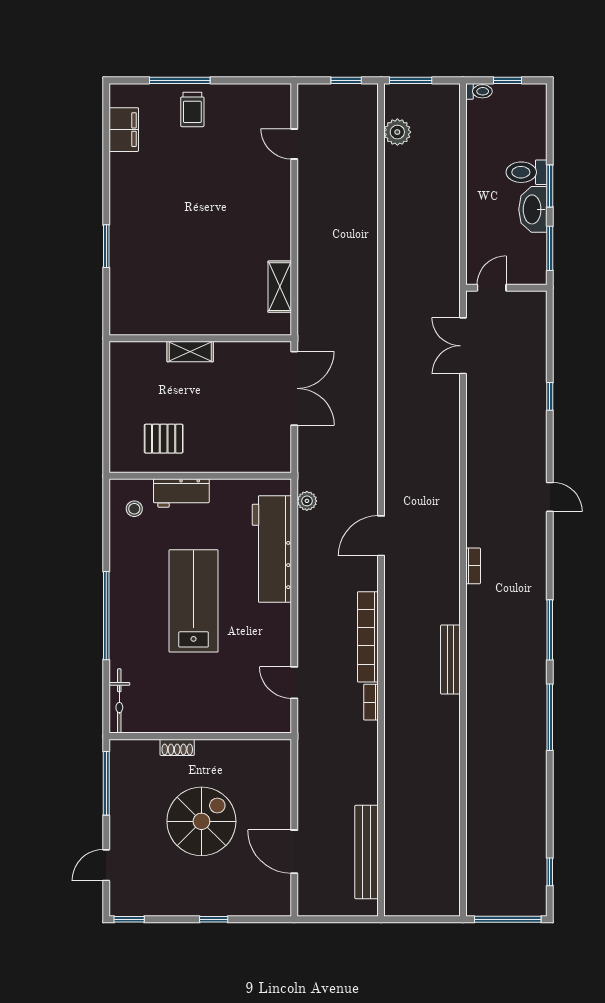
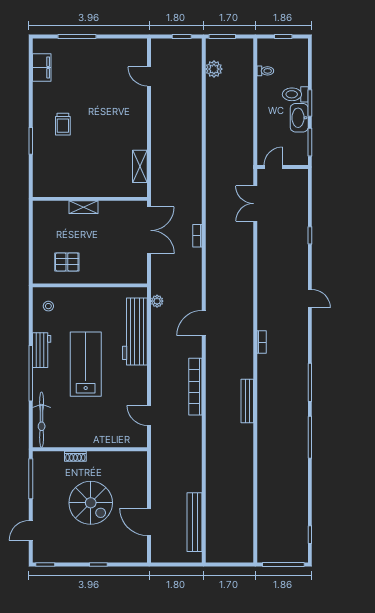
toilet: (479, 91) -> (265, 71), moved
trolley: (192, 109) -> (63, 124), moved
workbench: (181, 493) -> (42, 350), moved, turned -90
bicycle: (119, 701) -> (42, 420), width x1.37, depth x1.40
bookcase: (371, 702) -> (197, 236), moved
spiral stairs: (201, 821) -> (91, 503), turned 90

